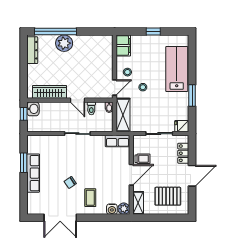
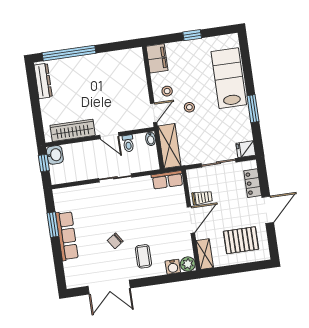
plant: (64, 43) -> (82, 66), removed

